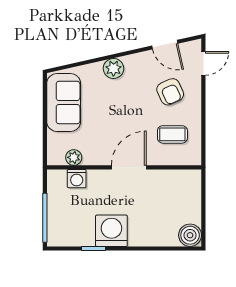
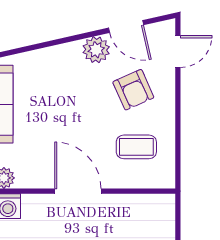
plant: (114, 68) -> (96, 50), moved
door: (129, 167) -> (78, 191), hinge flipped

